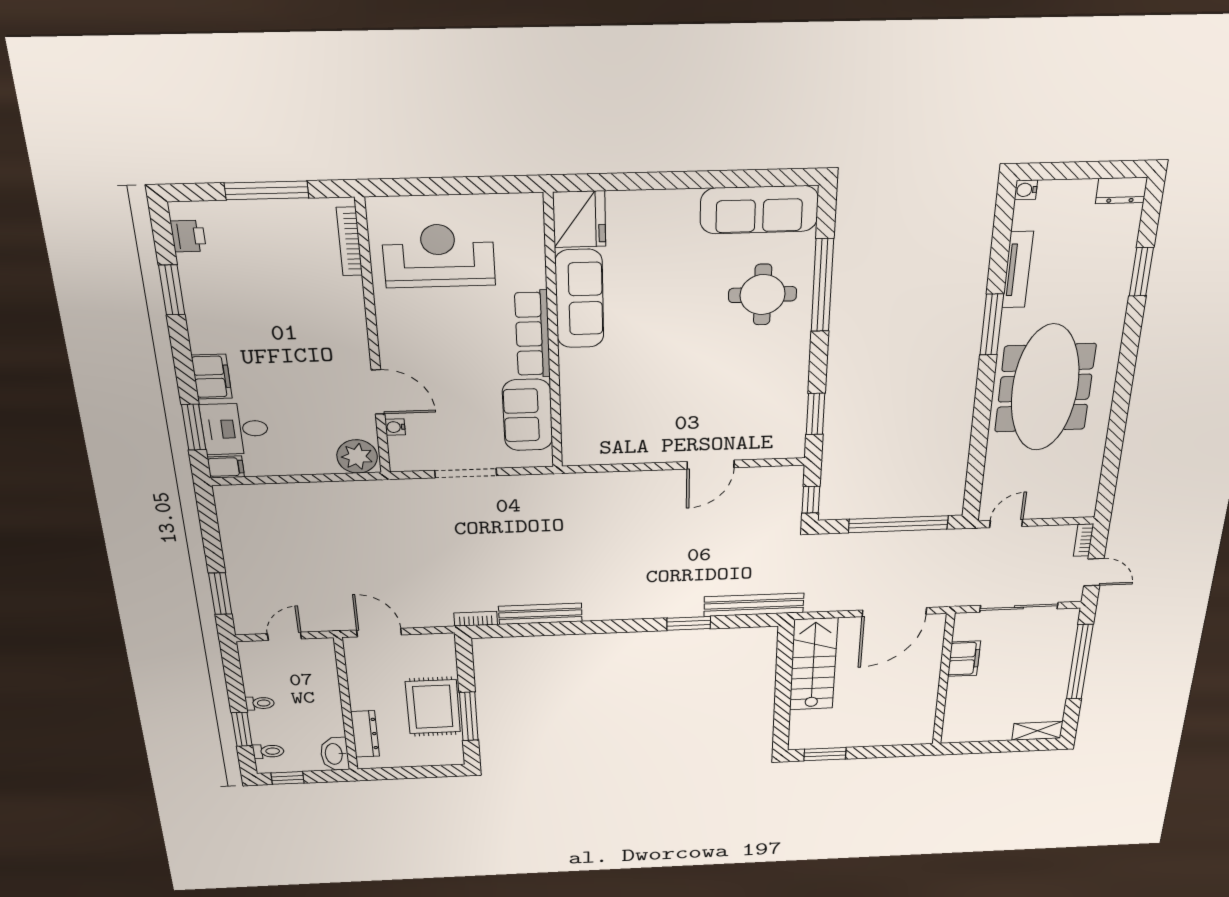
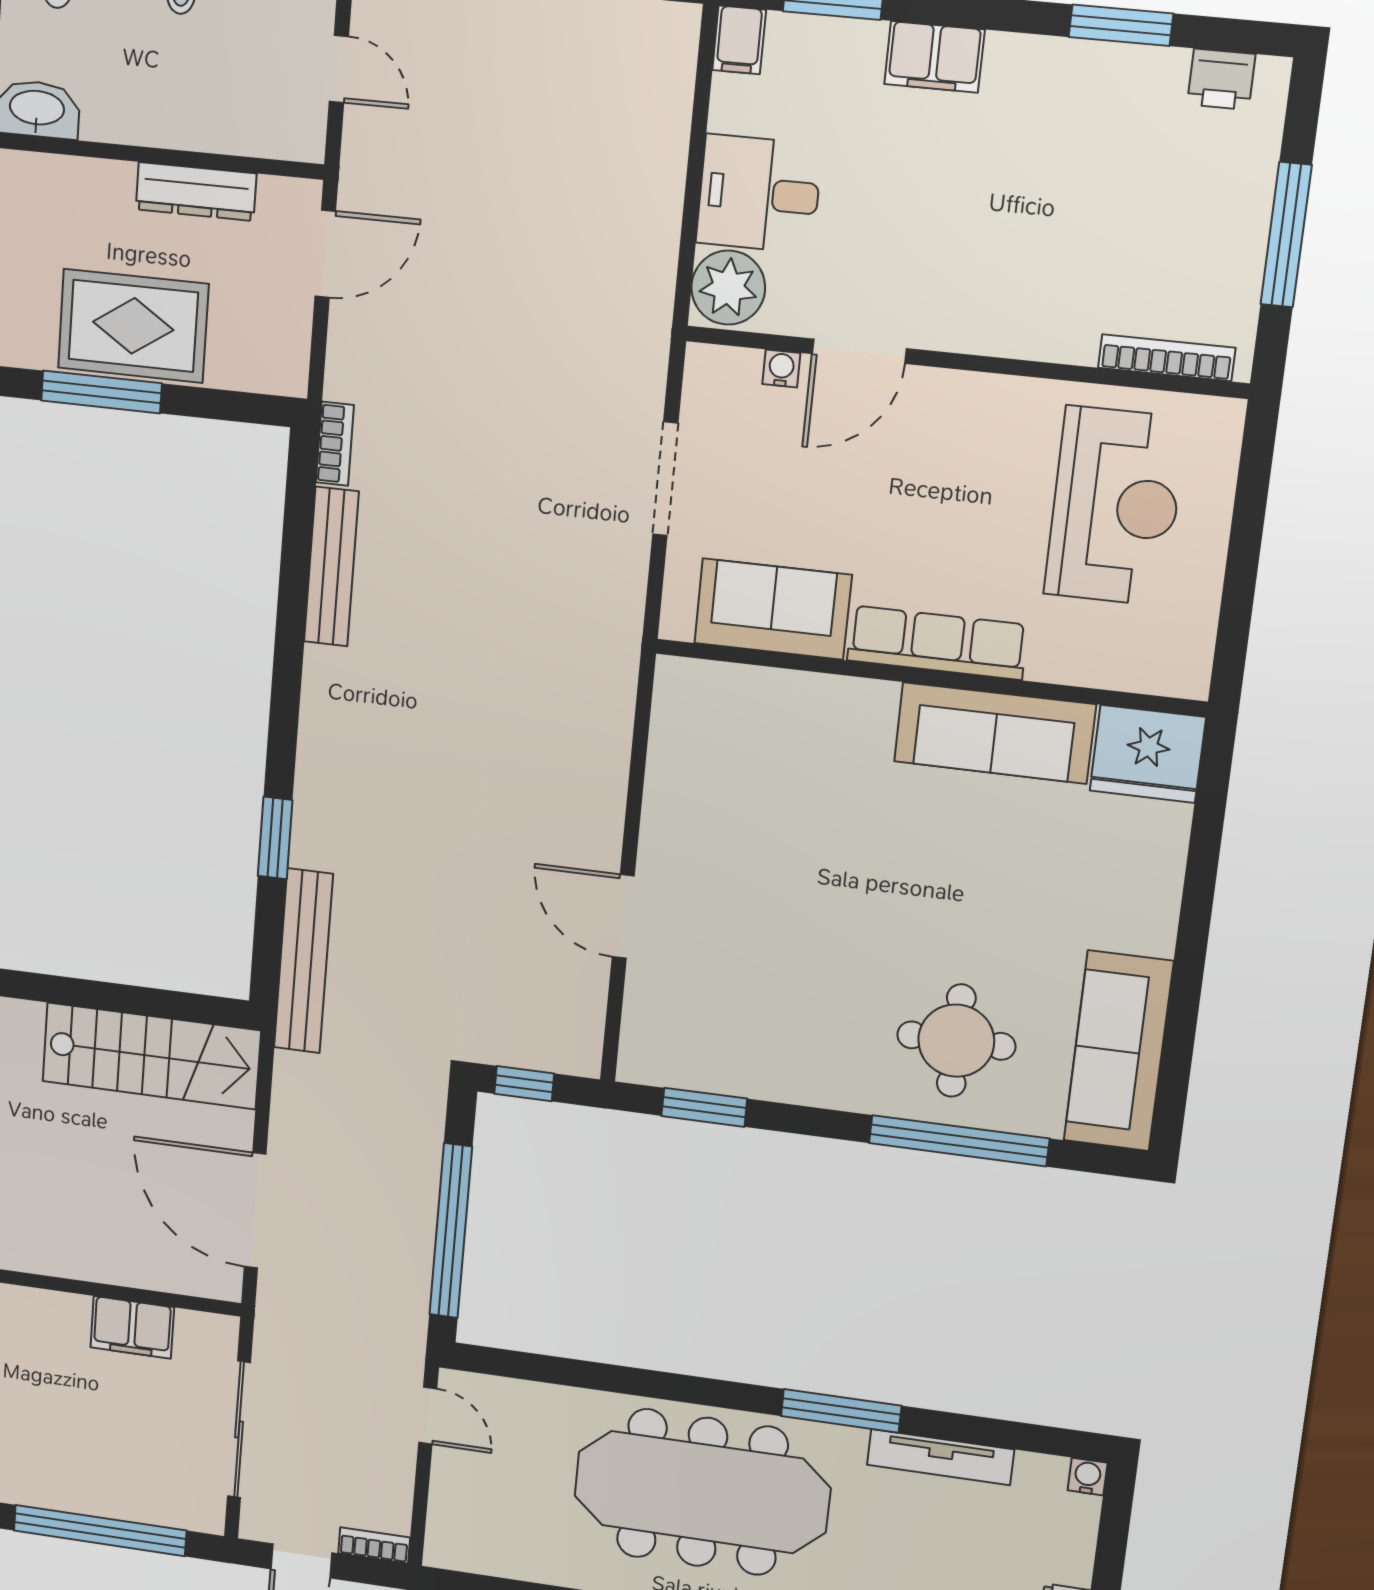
desk: (235, 429) -> (759, 194), moved, turned -90
dresser: (365, 734) -> (196, 191), moved

